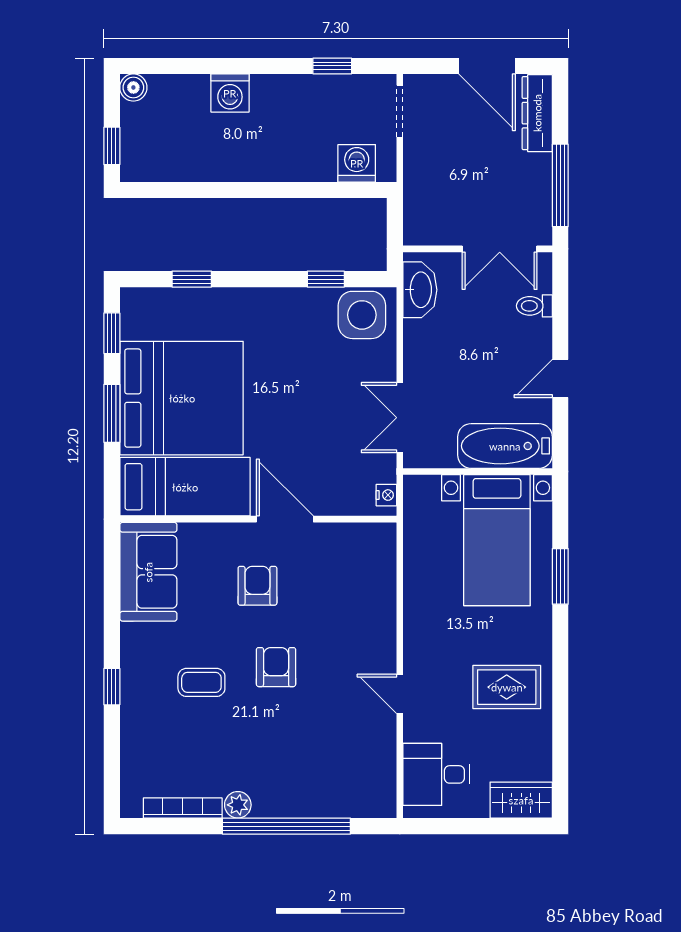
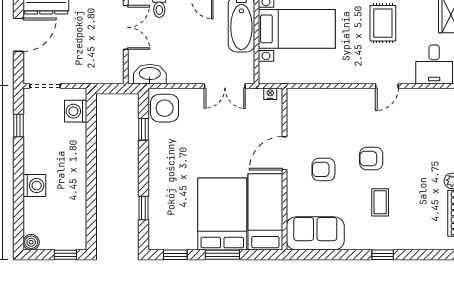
bed: (182, 398) -> (222, 214), width x0.73

